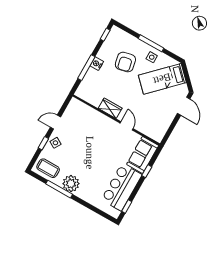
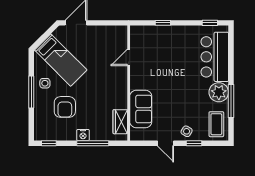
armchair: (125, 62) -> (65, 107), turned 102
wardrobe: (110, 108) -> (120, 122), moved
door: (127, 126) -> (129, 57), moved
sofa: (143, 155) -> (141, 109), moved, turned -90
bar counter: (122, 187) -> (215, 57), moved, turned 90

